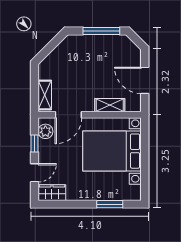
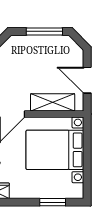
shelving: (110, 105) -> (53, 102), width x1.50, depth x1.33

